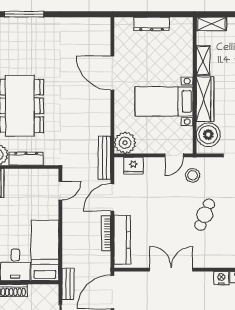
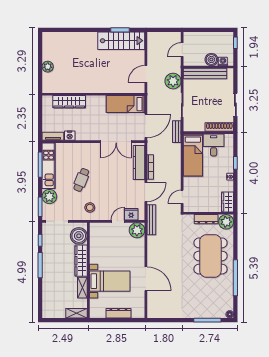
bed with nightstands: (164, 101) -> (110, 281), moved
door: (174, 155) -> (118, 221), moved
double door: (171, 270) -> (116, 142), moved

